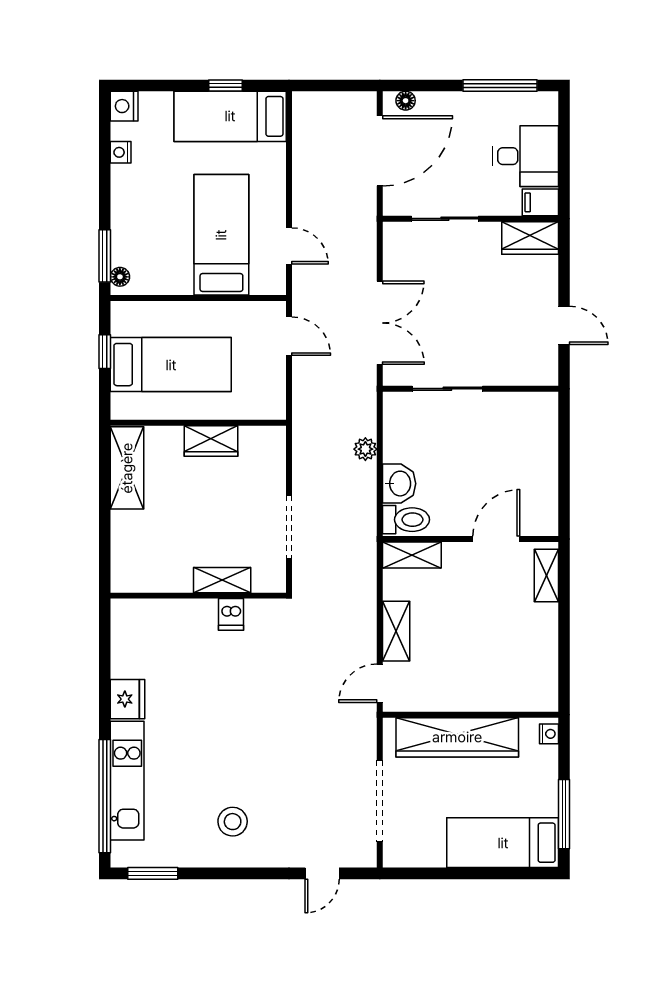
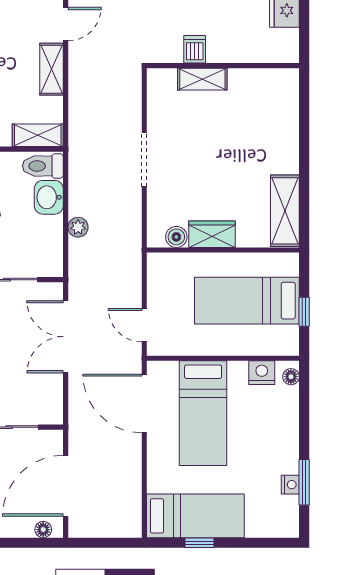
nightstand: (124, 106) -> (262, 373), moved, turned -90
door: (289, 246) -> (144, 403), width x1.88
window: (105, 256) -> (304, 482), moved
boiler: (252, 438) -> (176, 237), added
shelving: (222, 580) -> (202, 79), moved
wall: (198, 596) -> (223, 66), moved
dishwasher: (231, 614) -> (195, 49), moved

